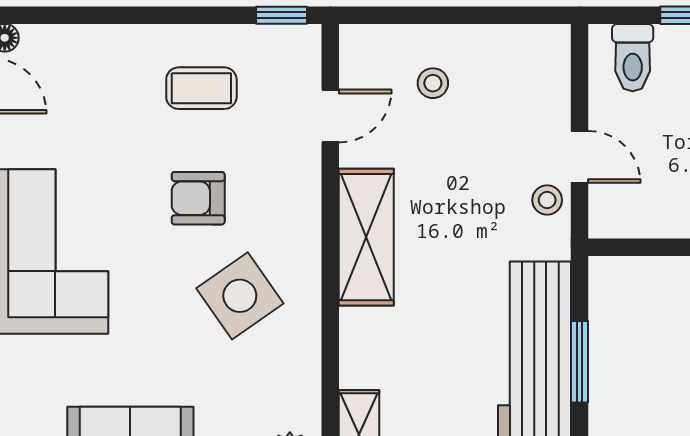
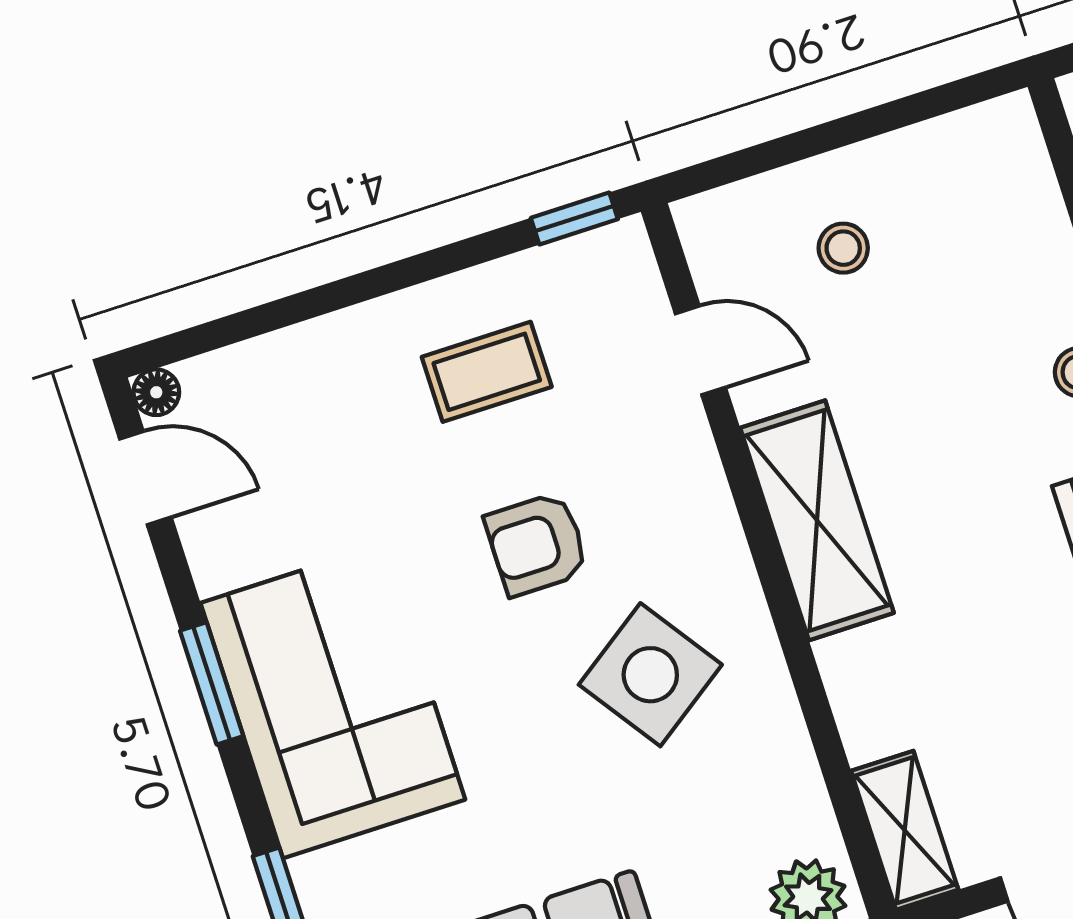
door: (330, 116) -> (700, 350), hinge flipped

